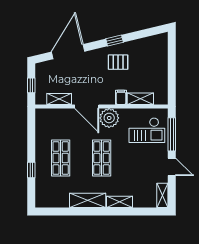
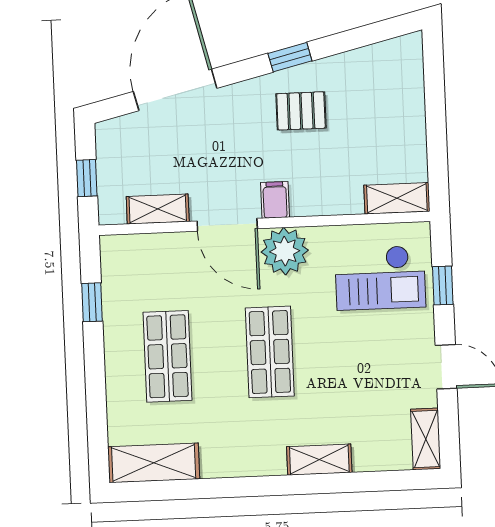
filing cabinet: (121, 97) -> (275, 200), moved
shelving: (140, 99) -> (397, 198), moved
window: (172, 134) -> (443, 285), width x0.46
window: (31, 170) -> (92, 302), moved
shelving: (88, 200) -> (154, 463), moved

